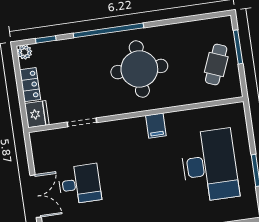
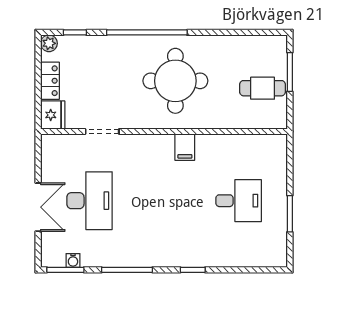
cafe table: (216, 64) -> (263, 88), turned 68
desk: (209, 165) -> (239, 201), width x0.53, depth x0.77
desk: (80, 184) -> (89, 201), width x1.37

